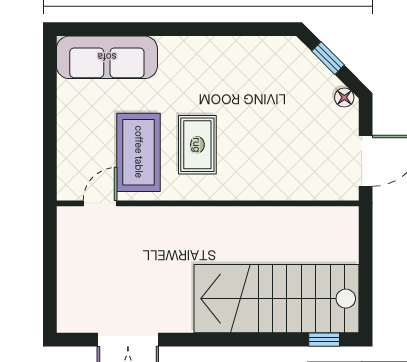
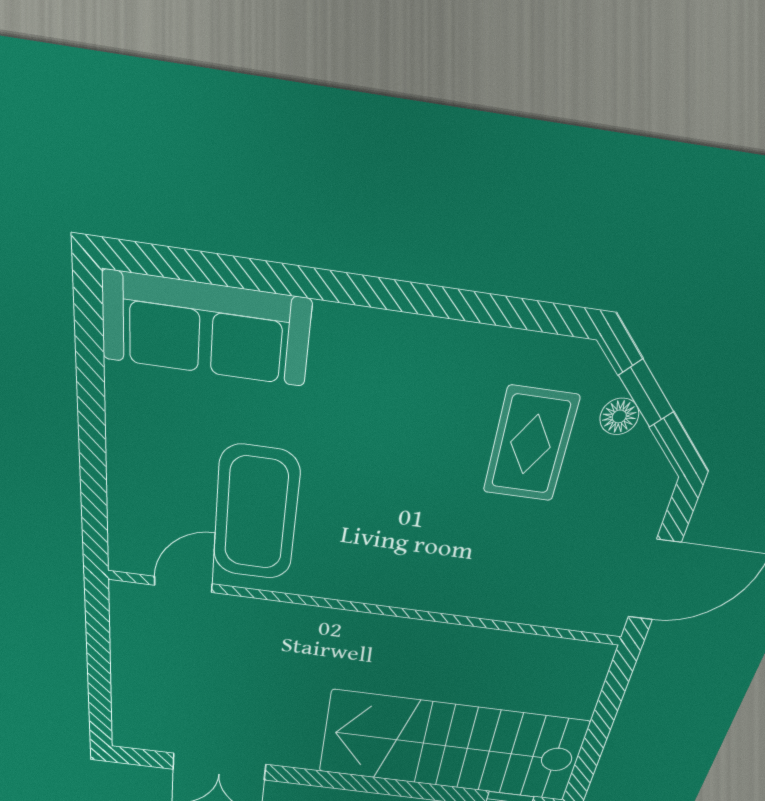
floor lamp: (344, 97) -> (619, 416), moved
rug: (197, 145) -> (530, 445), moved

